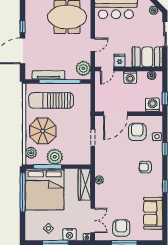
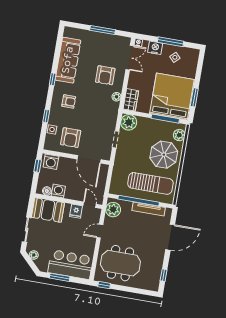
window: (23, 27) -> (164, 275), moved
door: (107, 69) -> (90, 205), hinge flipped
washing machine: (130, 77) -> (58, 191), moved
door: (115, 114) -> (89, 159), swing flipped
plant: (55, 157) -> (129, 122), moved
wardrobe: (85, 184) -> (131, 100), width x0.67
window: (23, 192) -> (194, 97), width x0.47
sofa: (153, 213) -> (68, 60), width x1.36
double door: (93, 220) -> (130, 58), swing flipped
armchair: (121, 228) -> (105, 75), moved

